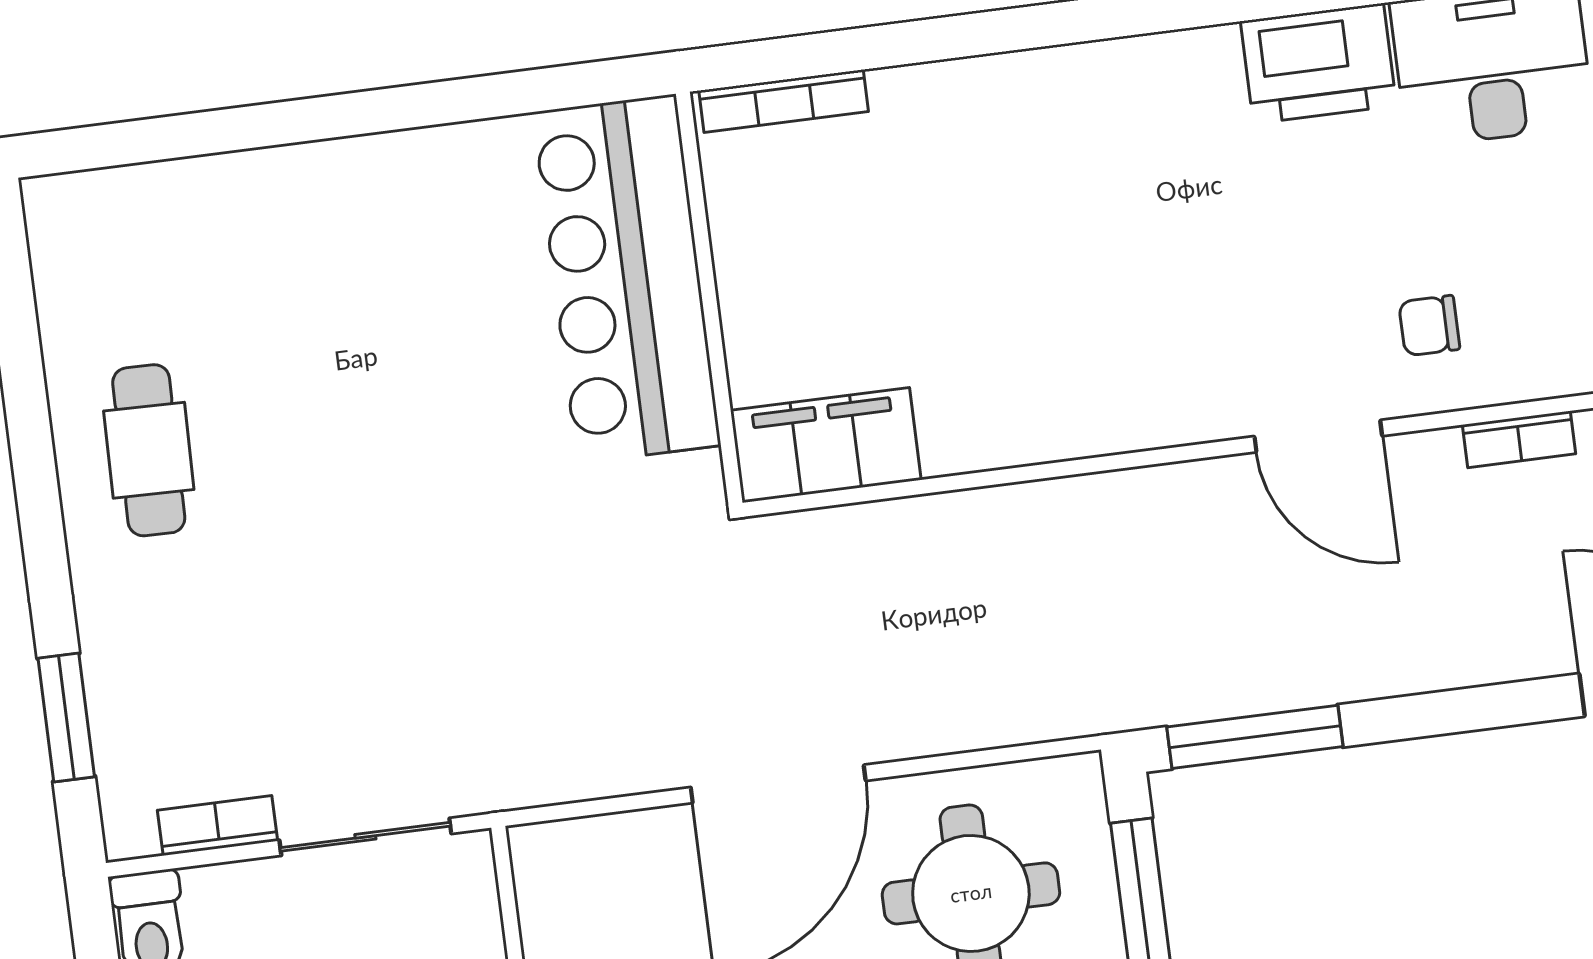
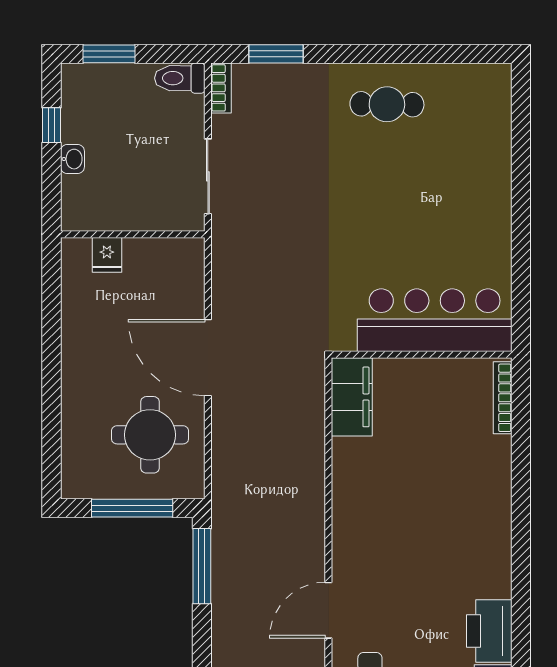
bookcase: (217, 826) -> (221, 88), moved

